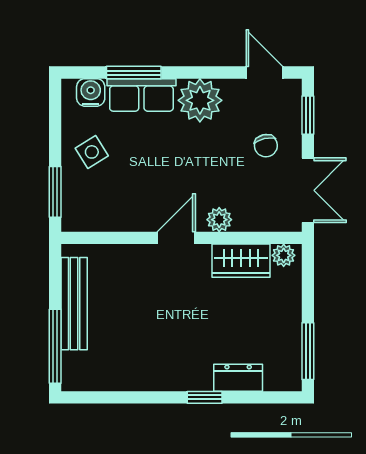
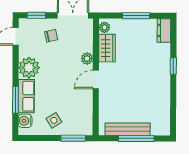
door: (176, 238) -> (96, 79), hinge flipped
window: (55, 346) -> (136, 138), moved
window: (308, 351) -> (136, 16), moved
dresser: (238, 378) -> (164, 31), moved

